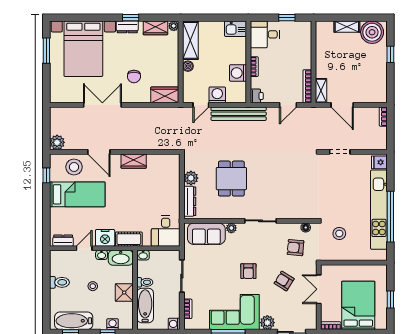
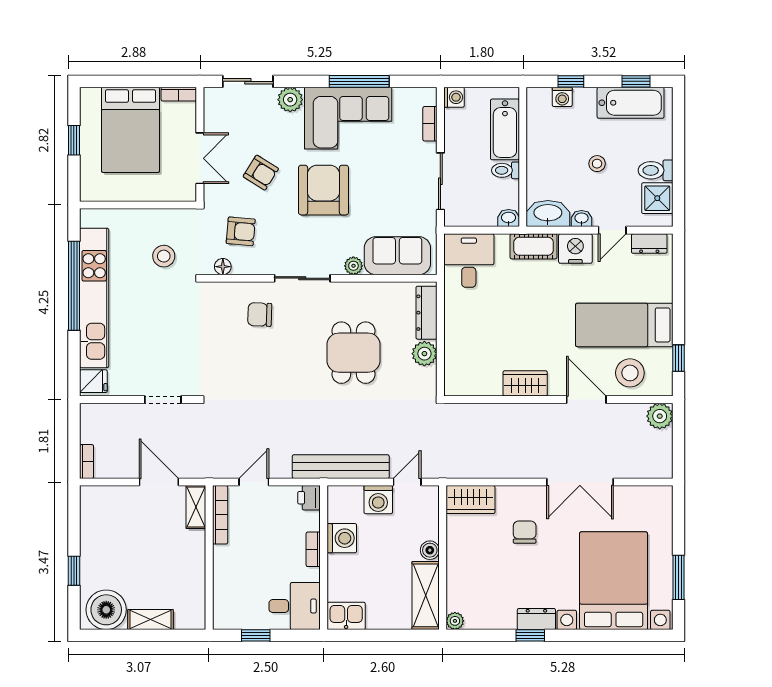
wardrobe: (155, 28) -> (487, 617), removed
chair: (285, 200) -> (260, 315), added
armchair: (248, 271) -> (323, 190), width x1.88, depth x1.88
shower: (124, 293) -> (657, 198), moved

